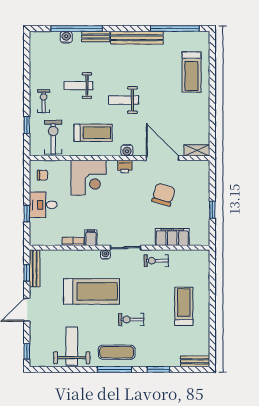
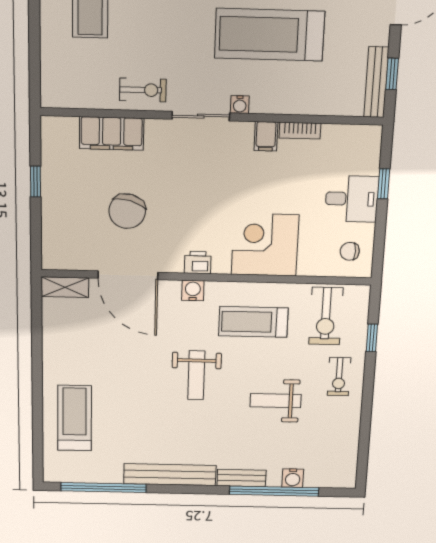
weight bench: (78, 86) -> (276, 401), turned 180
weight bench: (124, 100) -> (196, 375), turned 90

